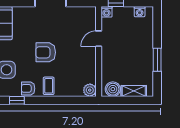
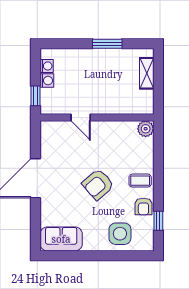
washing machine: (106, 12) -> (47, 81), moved
armchair: (46, 52) -> (98, 184), turned 49
boiler: (113, 89) -> (144, 100), removed

